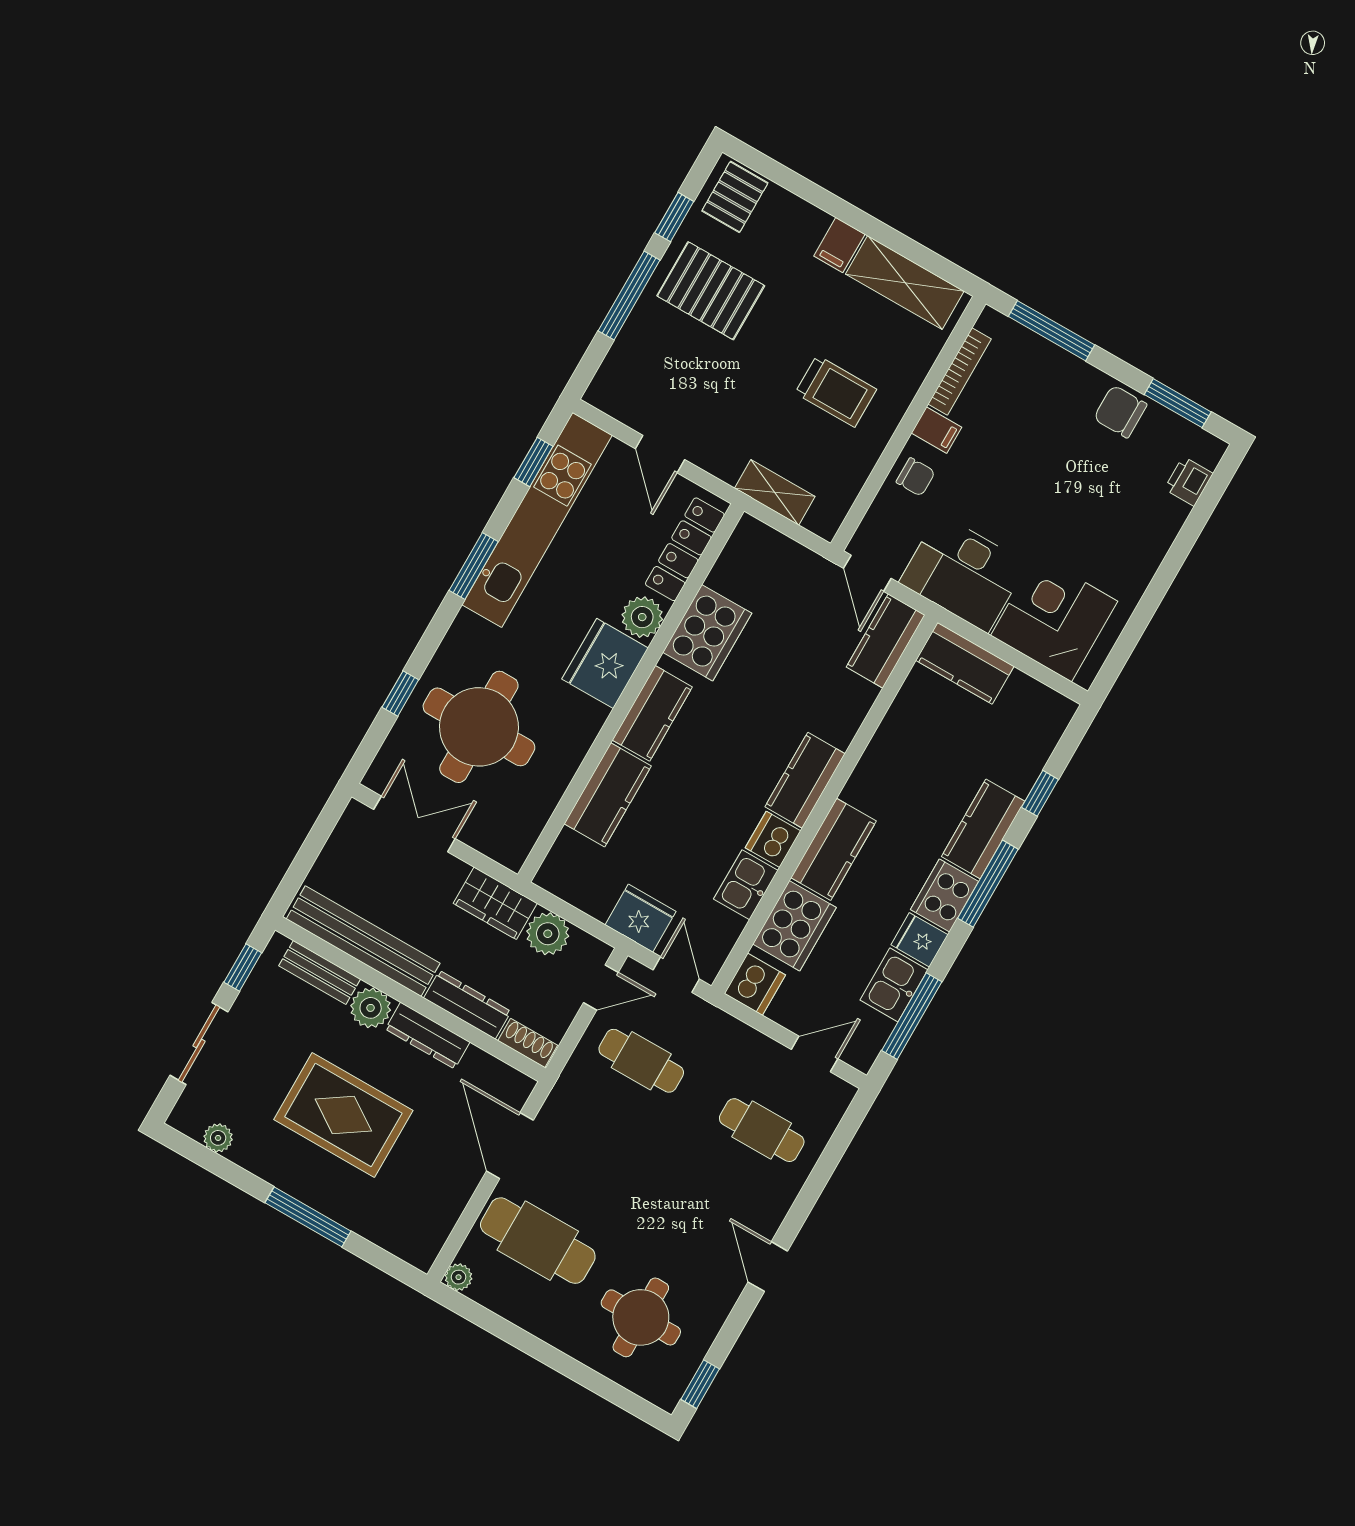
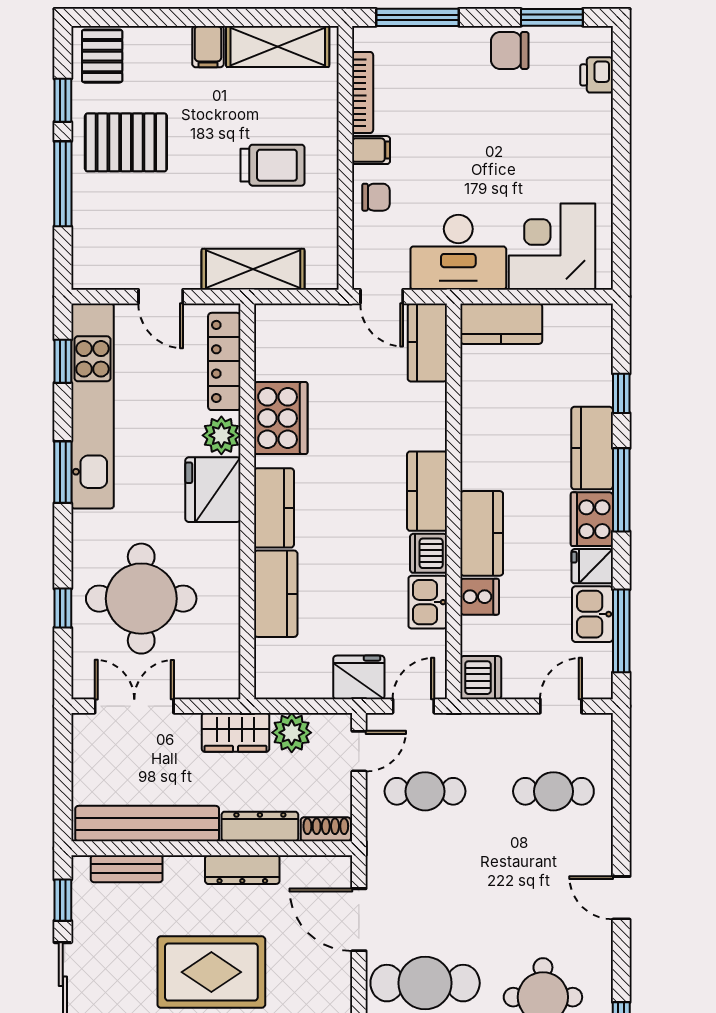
shelving: (775, 492) -> (253, 269), width x1.50, depth x1.33
cooker: (794, 926) -> (480, 597), width x0.53, depth x0.76
door: (676, 975) -> (413, 706), hinge flipped
plant: (371, 1008) -> (184, 874), removed

